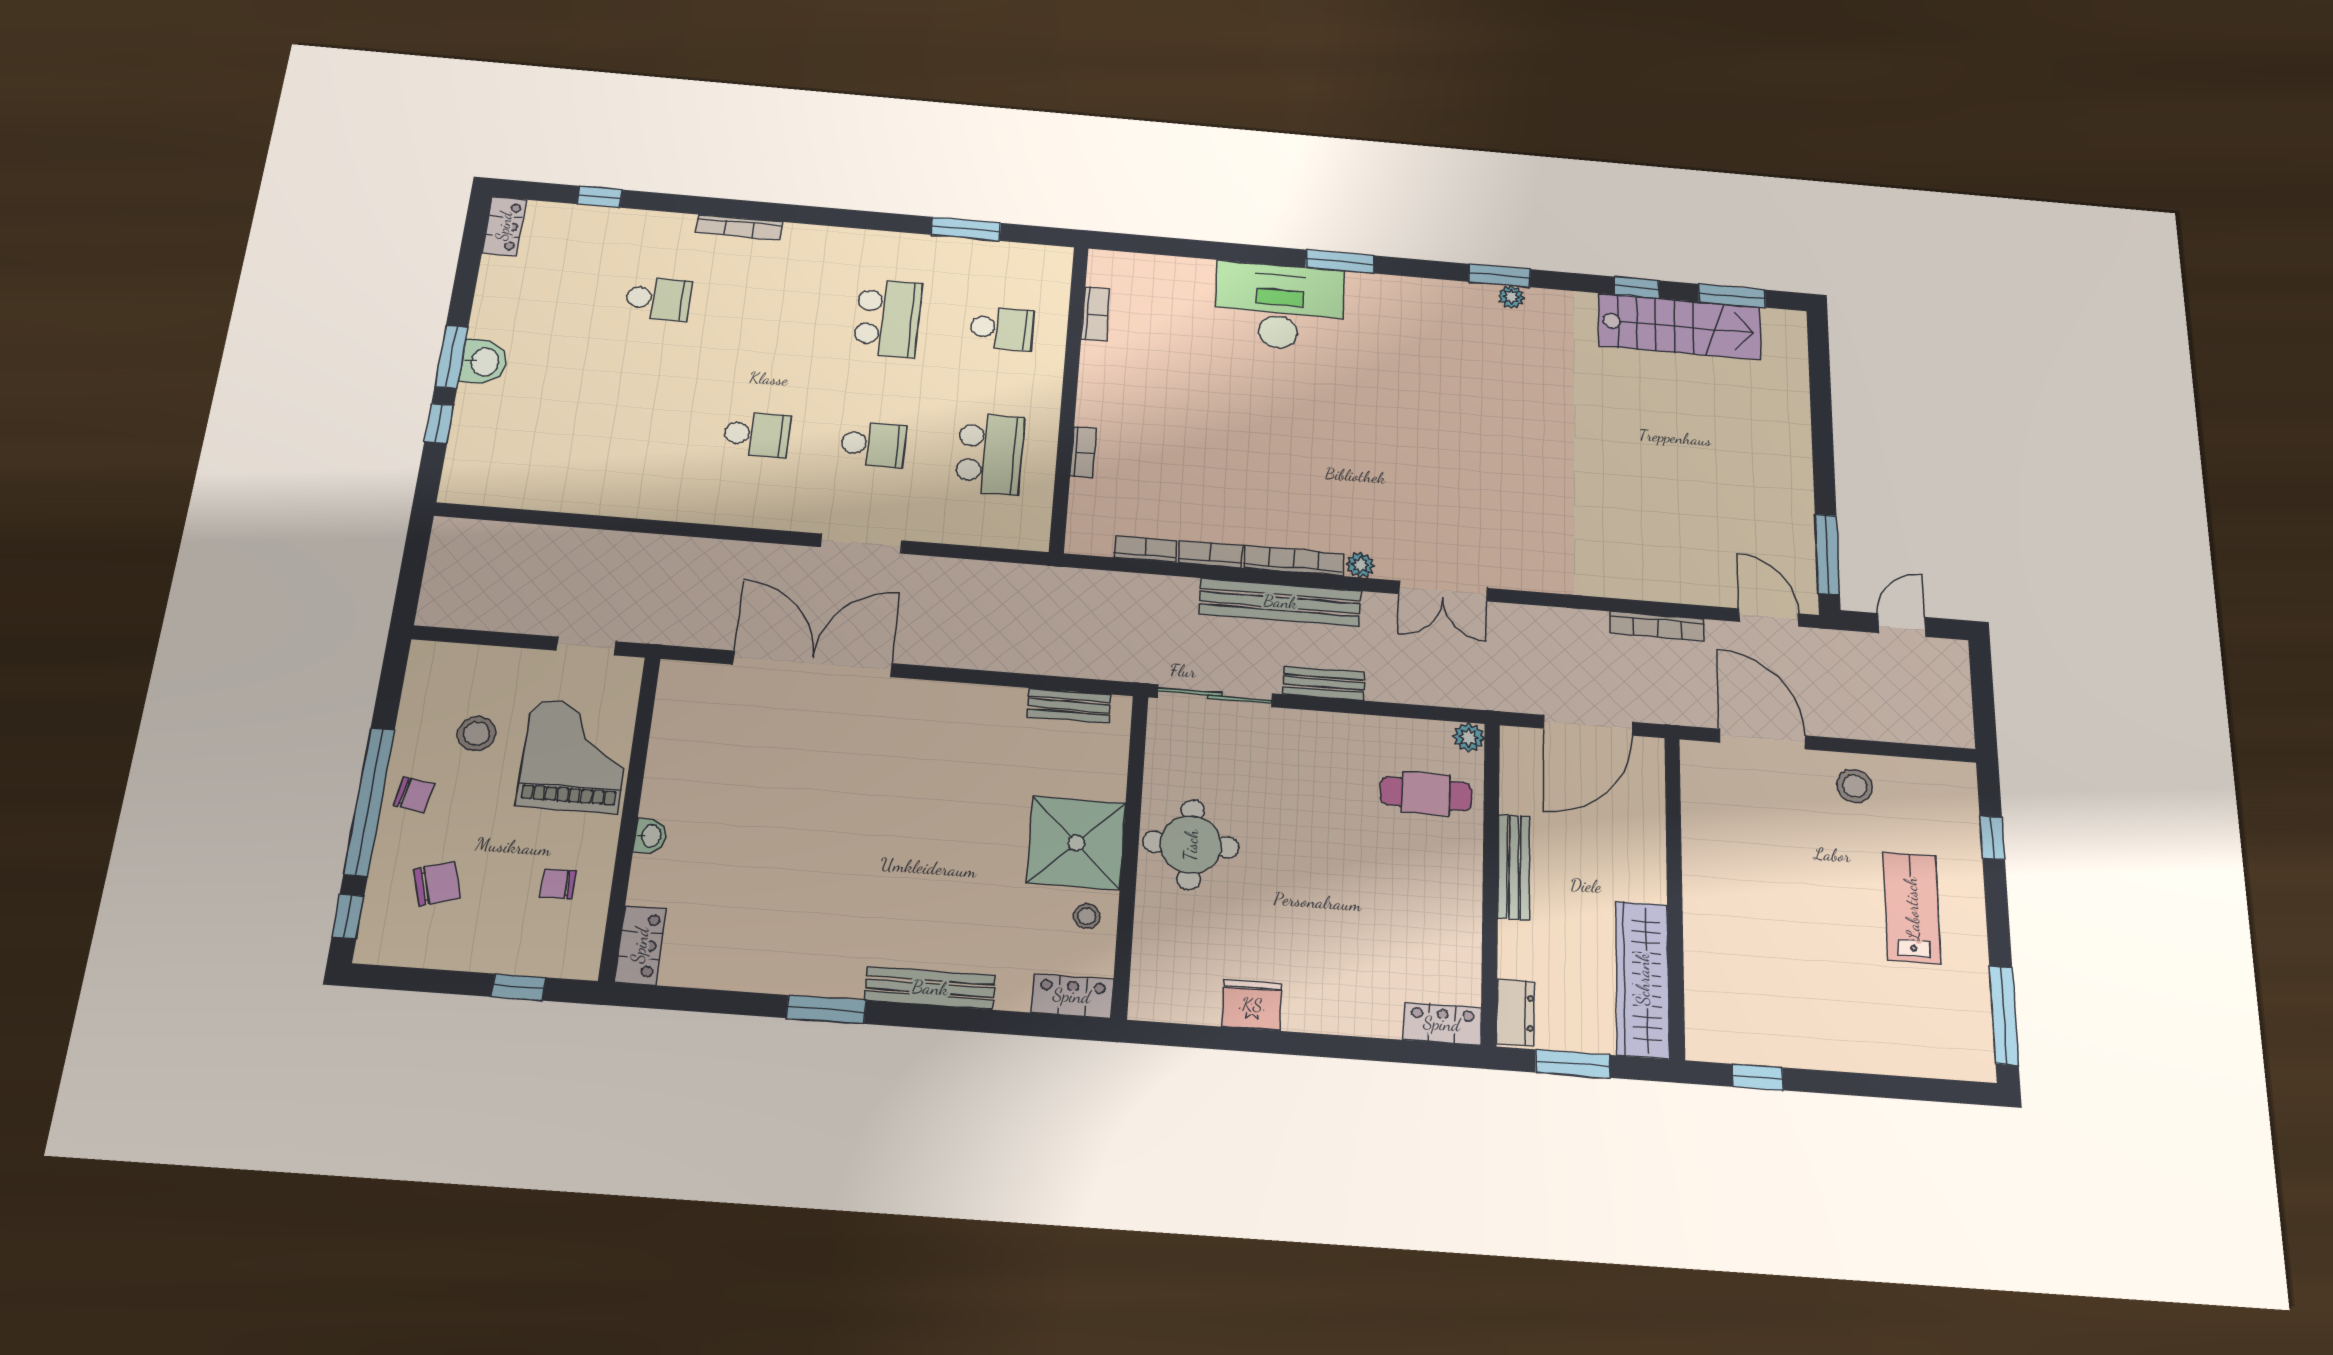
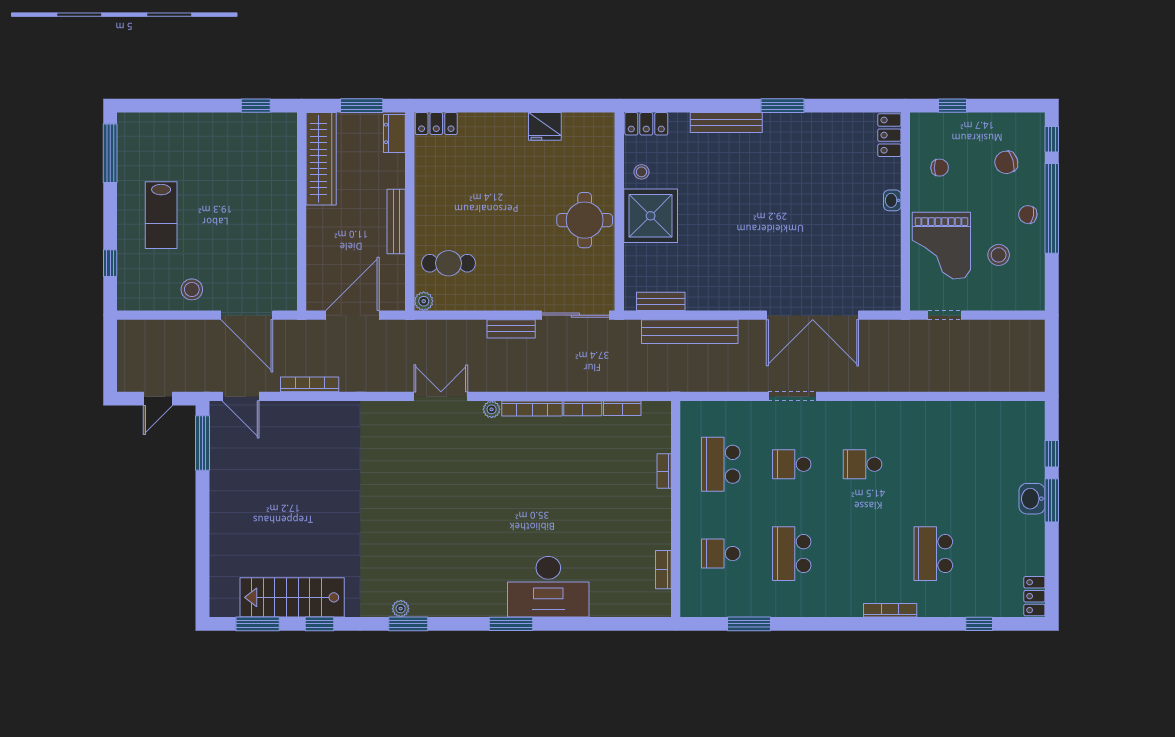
school desk: (658, 299) -> (933, 554), width x1.85
bench: (1280, 602) -> (690, 332), moved

